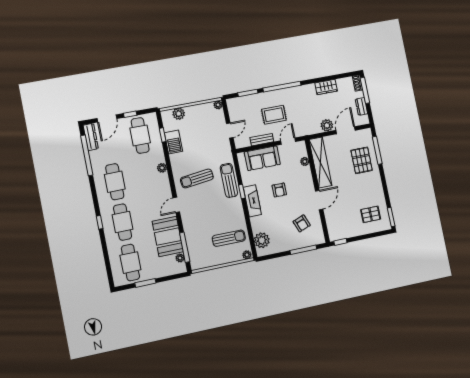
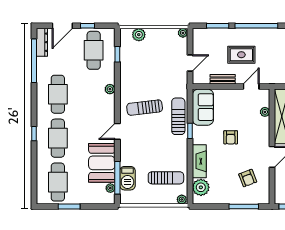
barbecue: (174, 142) -> (127, 178), moved
sofa: (262, 158) -> (203, 107), moved, turned -90
fireplace: (252, 201) -> (199, 161), moved

